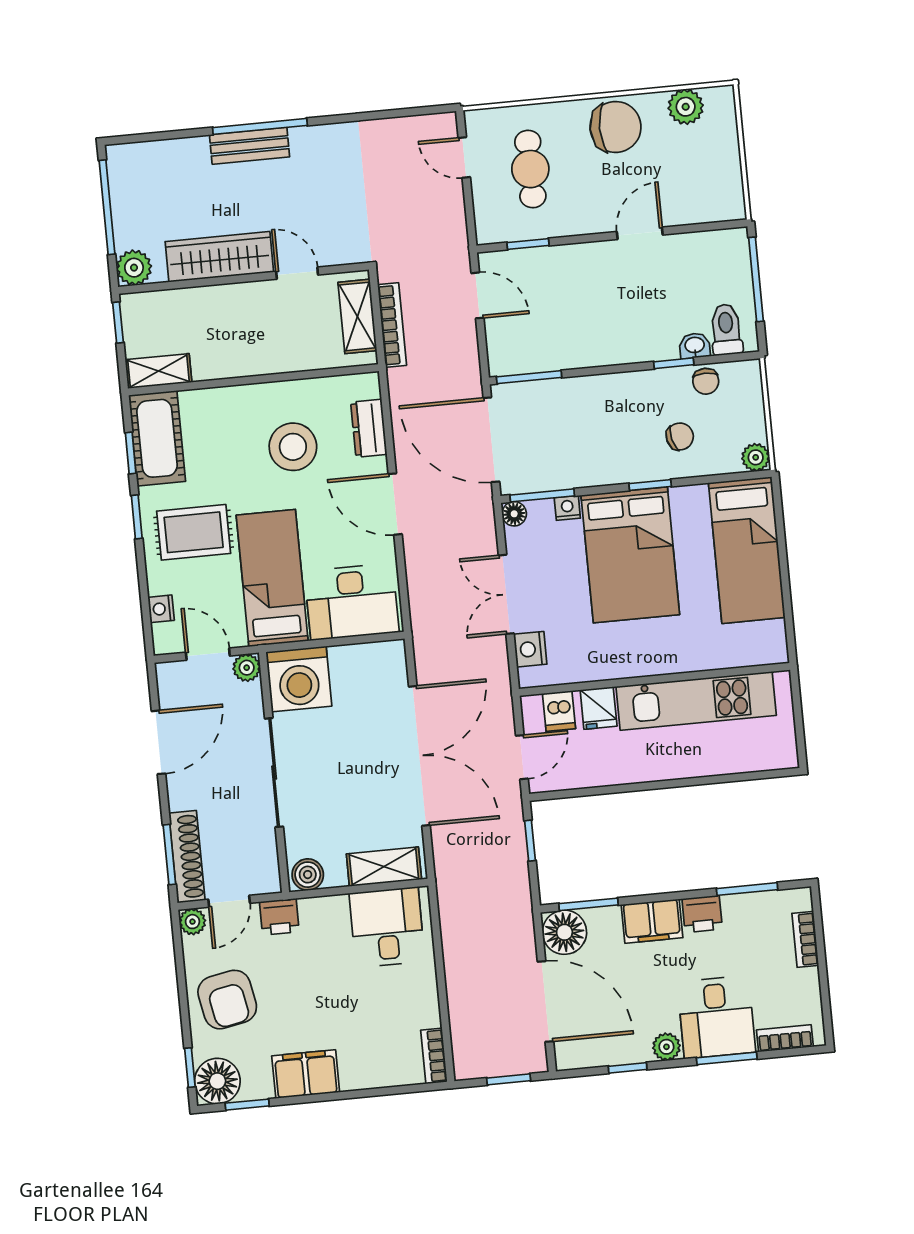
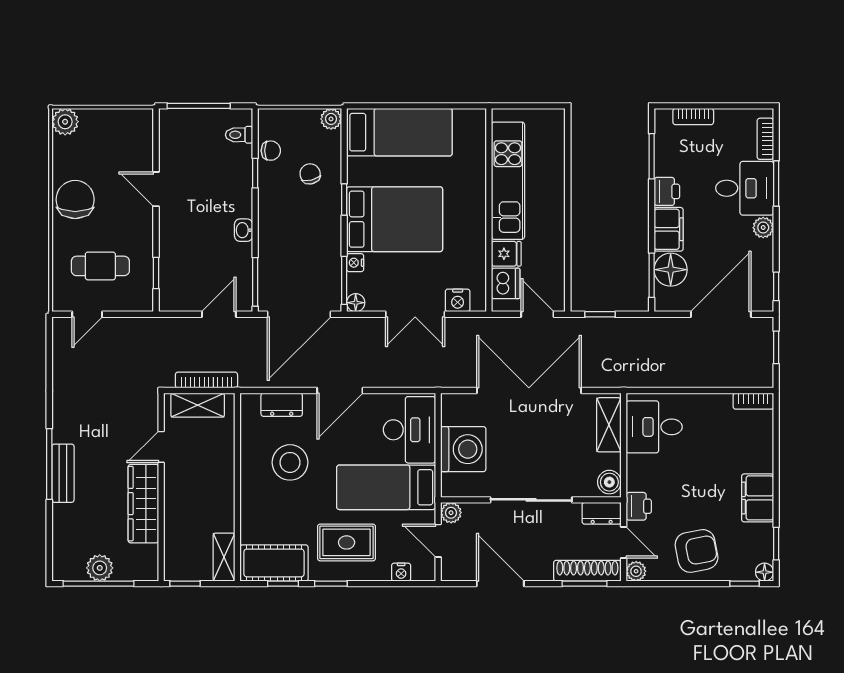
plant: (686, 107) -> (65, 122), moved
plant: (134, 268) -> (100, 568), moved
door: (478, 295) -> (219, 314), moved
toilet: (726, 330) -> (239, 135), width x0.73, depth x0.72
washbasin: (695, 346) -> (244, 230), moved
rug: (194, 532) -> (347, 542), turned 90
door: (208, 654) -> (438, 541), hinge flipped
washing machine: (299, 679) -> (463, 449), moved
dishwasher: (559, 711) -> (506, 283), width x1.38
dresser: (265, 868) -> (602, 513), added
floor lamp: (564, 932) -> (671, 270), moved
window: (628, 1068) -> (776, 286), moved
floor lamp: (217, 1081) -> (765, 572), width x0.53, depth x0.53

